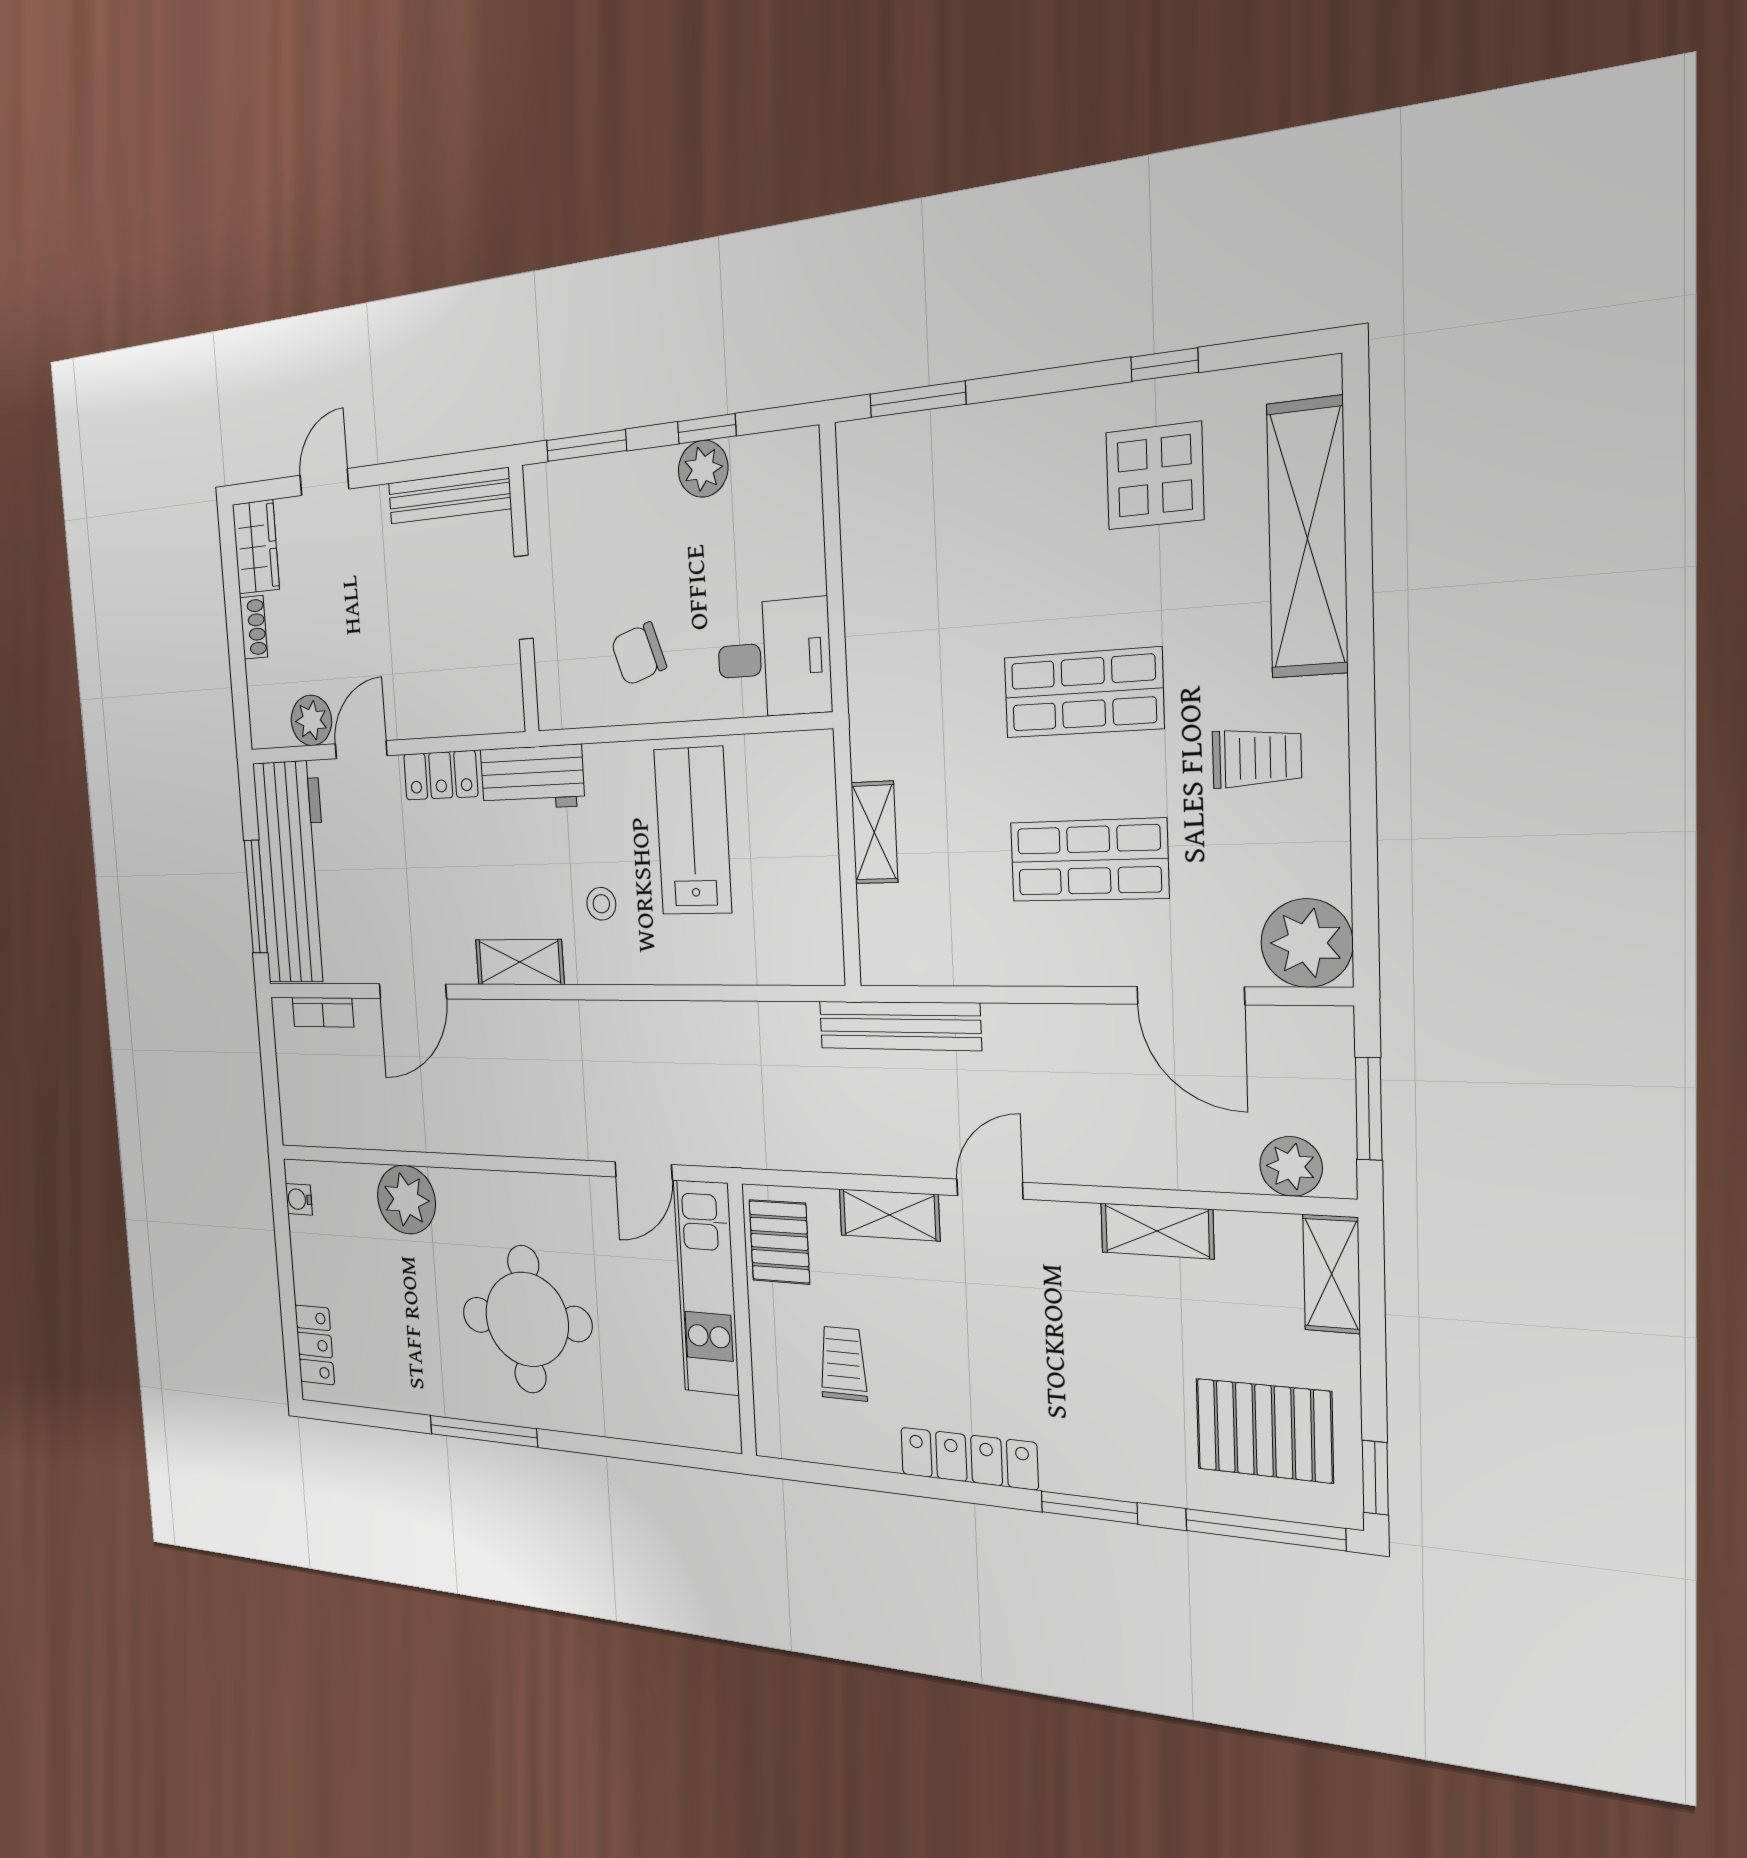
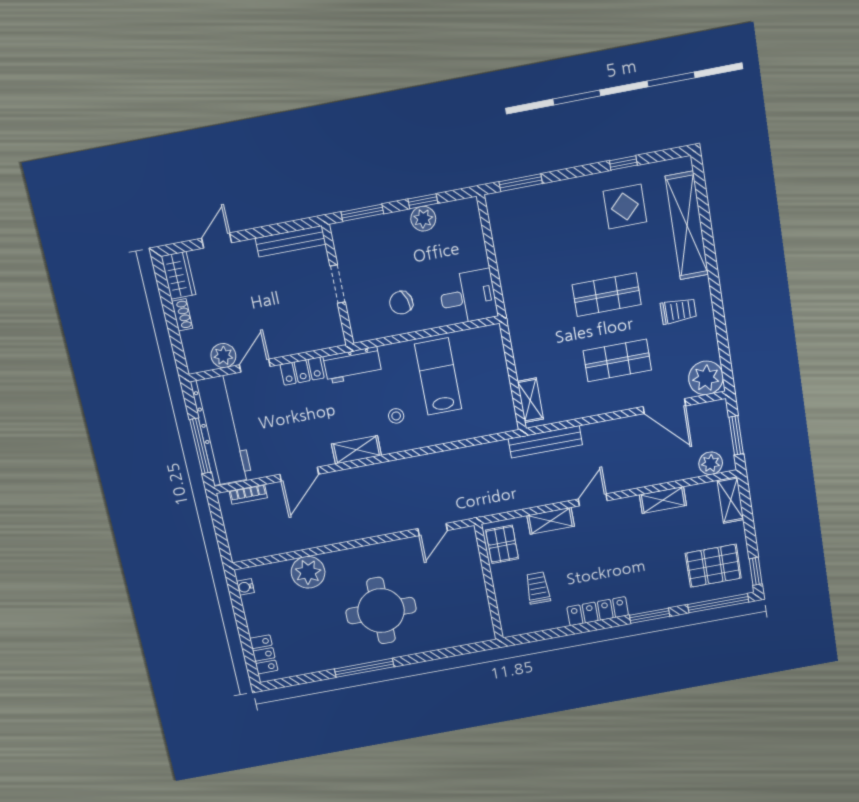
shelving: (874, 832) -> (530, 400), moved
kitchen unit: (706, 1288) -> (470, 573), removed

